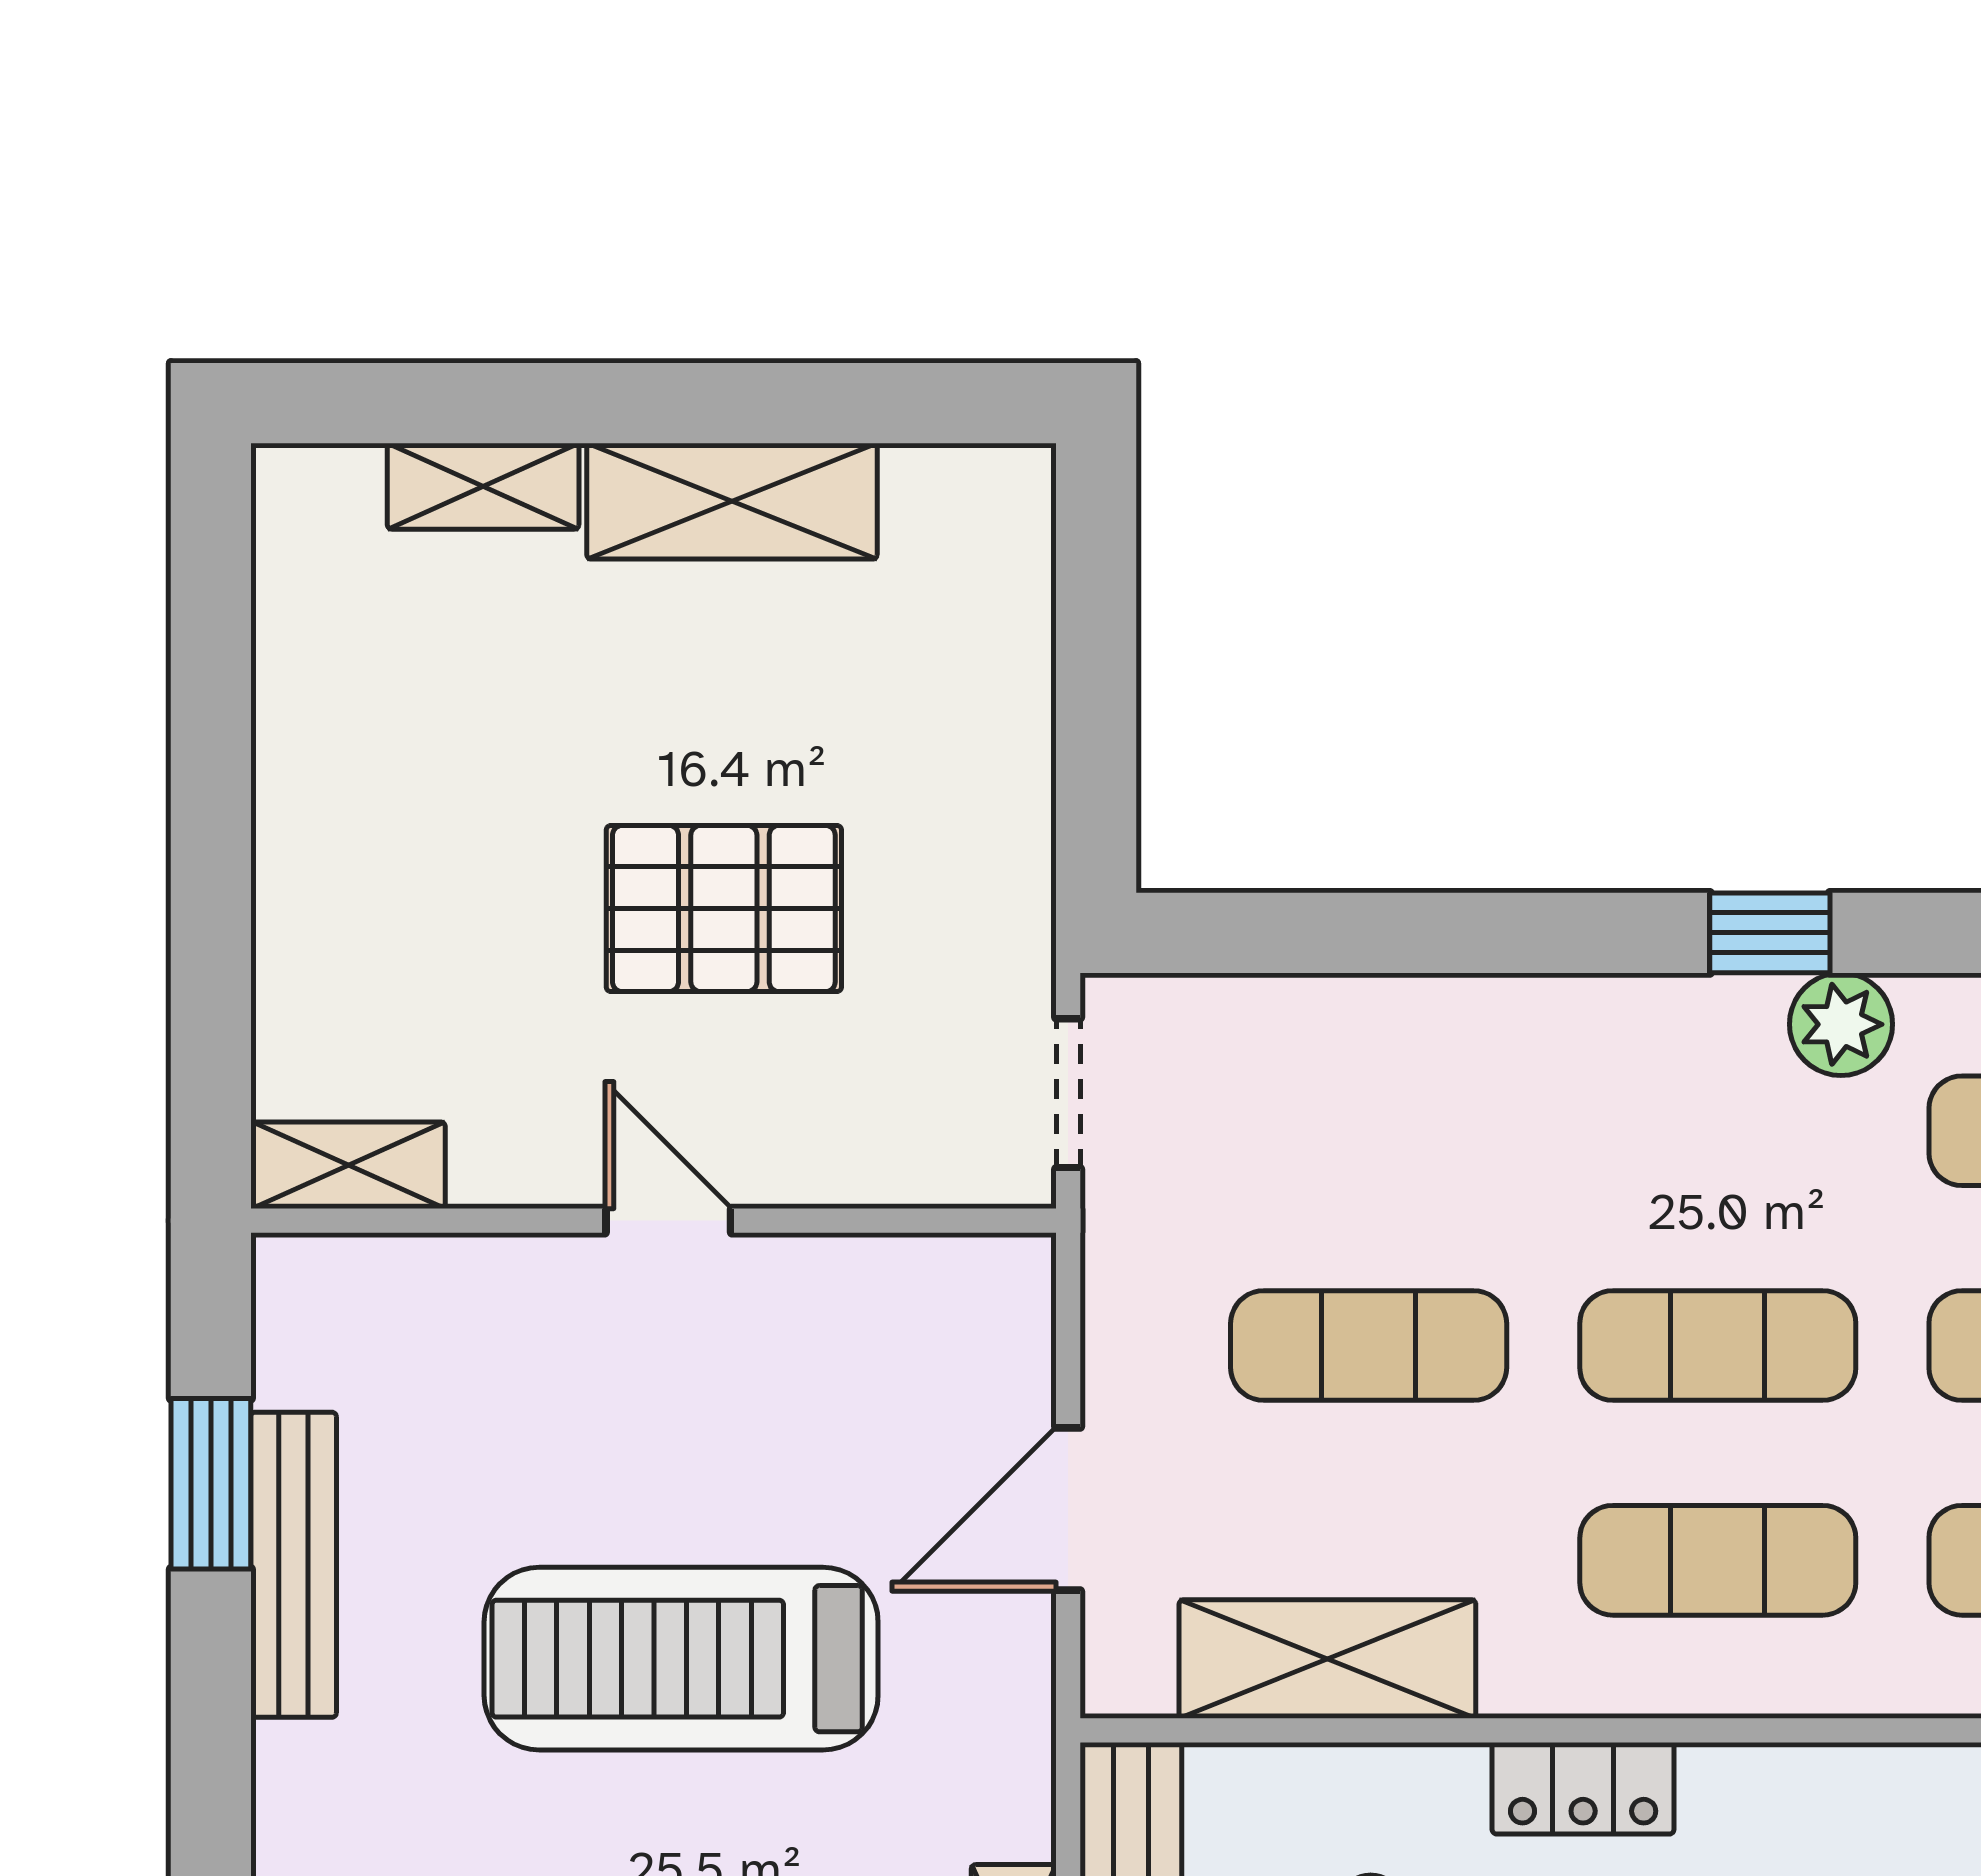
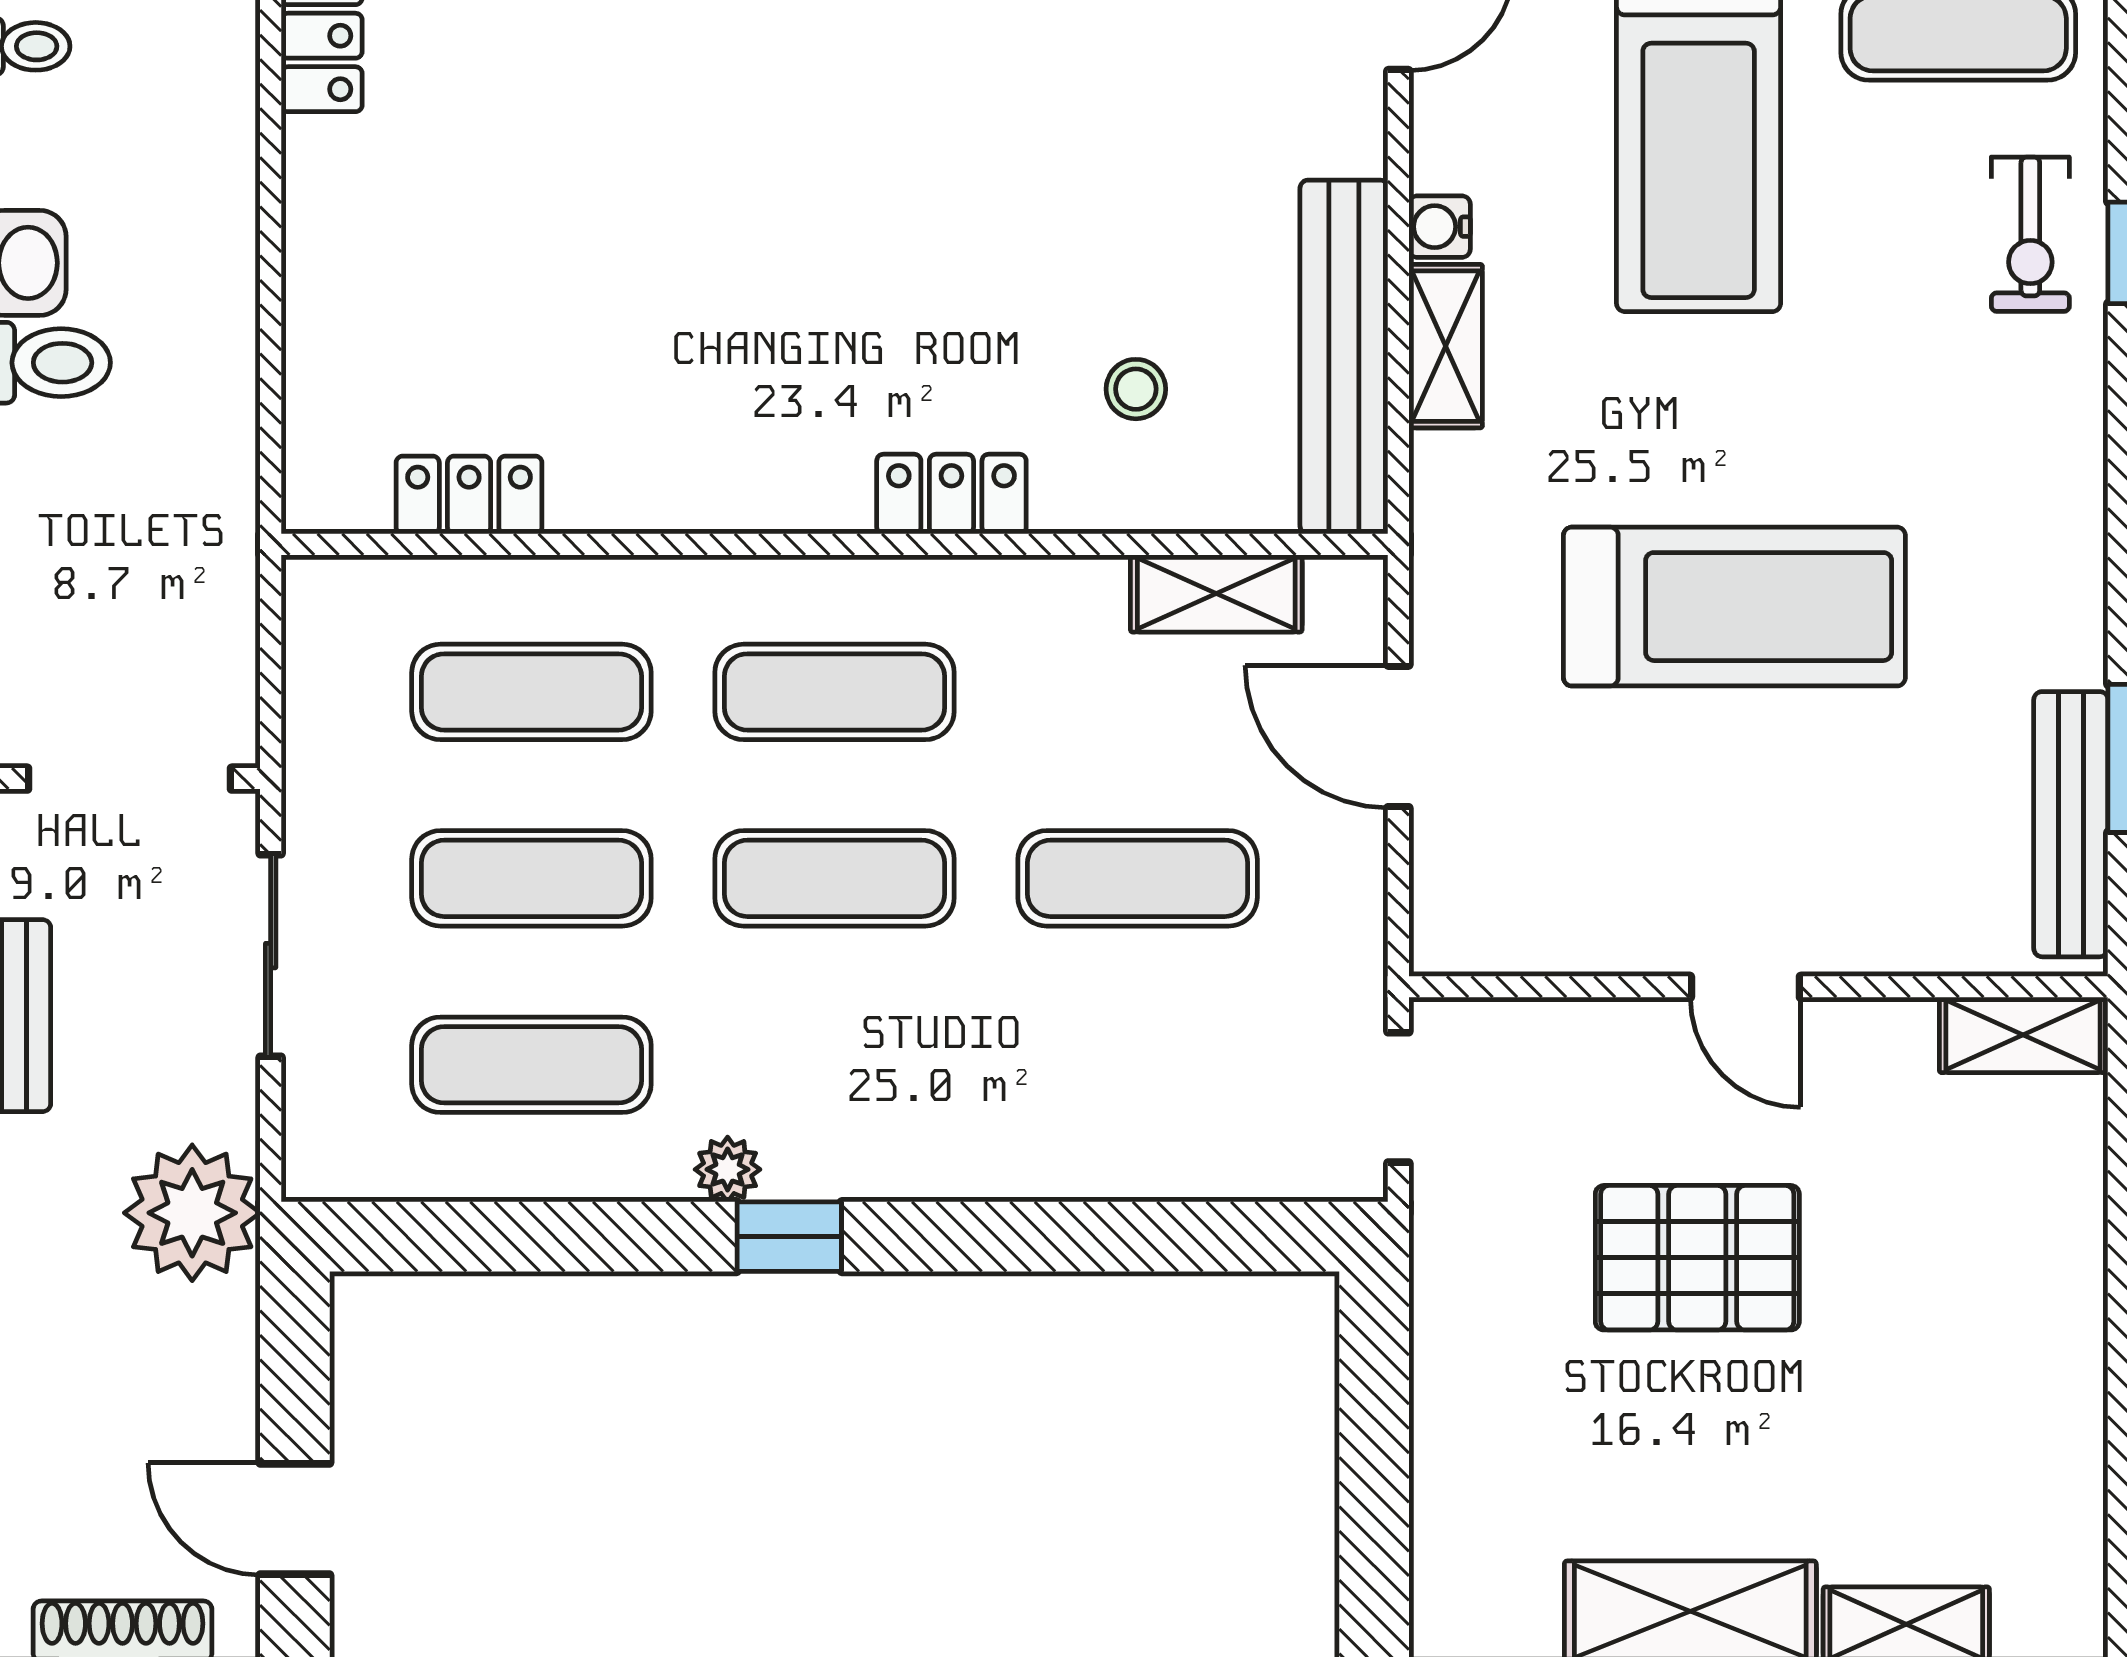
plant: (1841, 1024) -> (728, 1169), width x0.73, depth x0.73
door: (1068, 1509) -> (1398, 736), swing flipped
bench: (294, 1565) -> (2071, 824), moved
shelving: (1327, 1659) -> (1216, 593), width x0.67, depth x0.75

